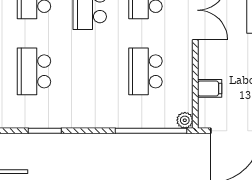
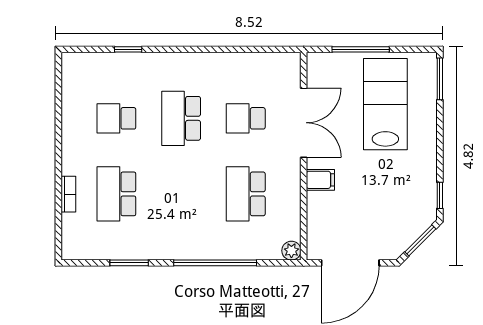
filing cabinet: (210, 88) -> (320, 180), moved
window: (151, 131) -> (215, 263), moved

